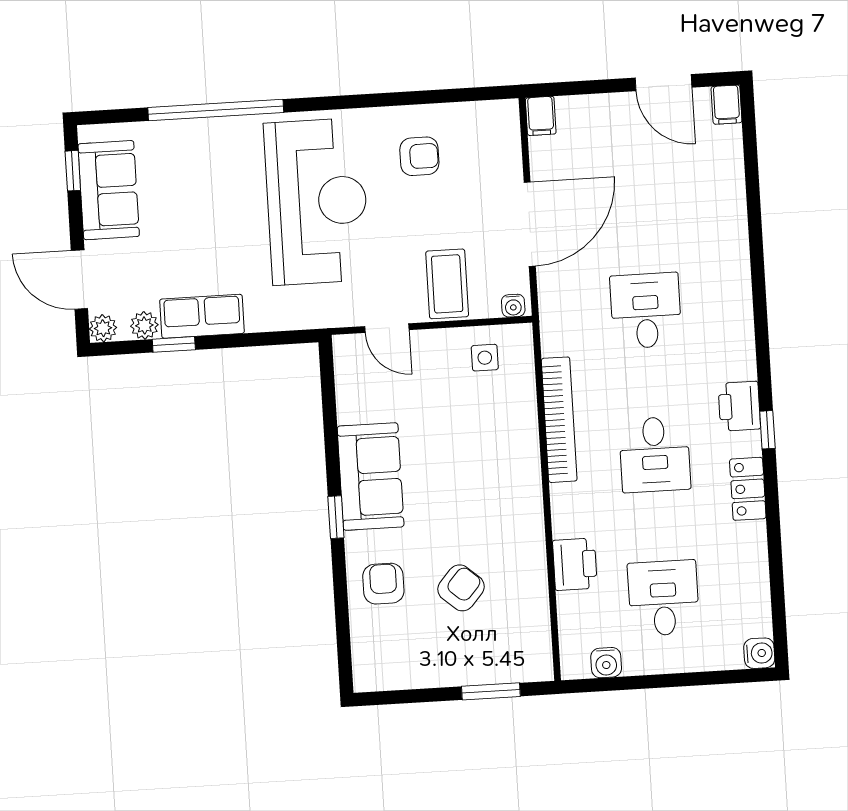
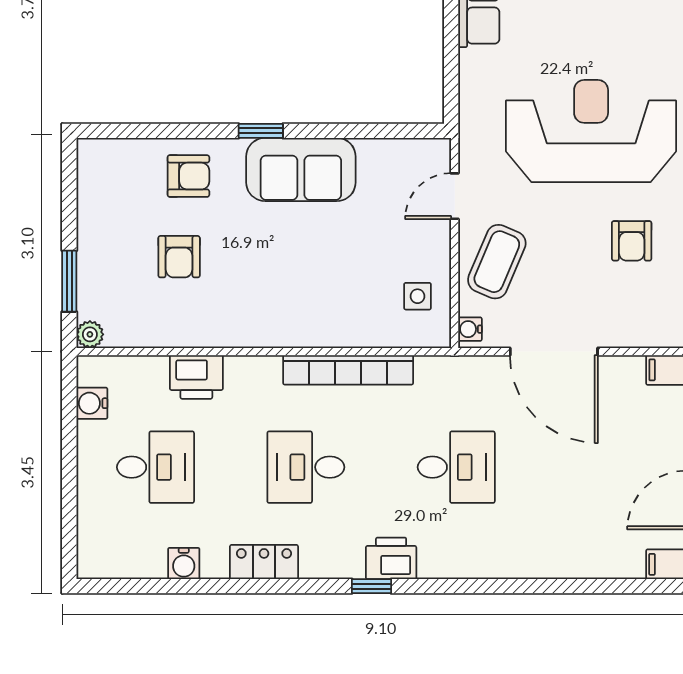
reception desk: (317, 201) -> (591, 131), turned 180
coffee table: (447, 284) -> (497, 262), turned -67
printer: (739, 406) -> (391, 558), moved
window: (767, 430) -> (371, 586), moved
armchair: (461, 588) -> (179, 257), turned 49
water cooler: (759, 653) -> (184, 564), moved
plant: (540, 669) -> (90, 334), added

